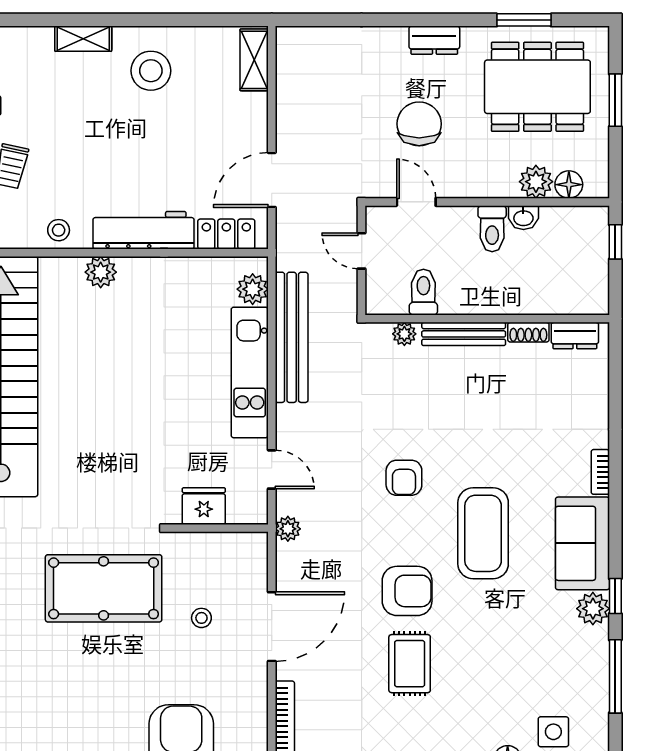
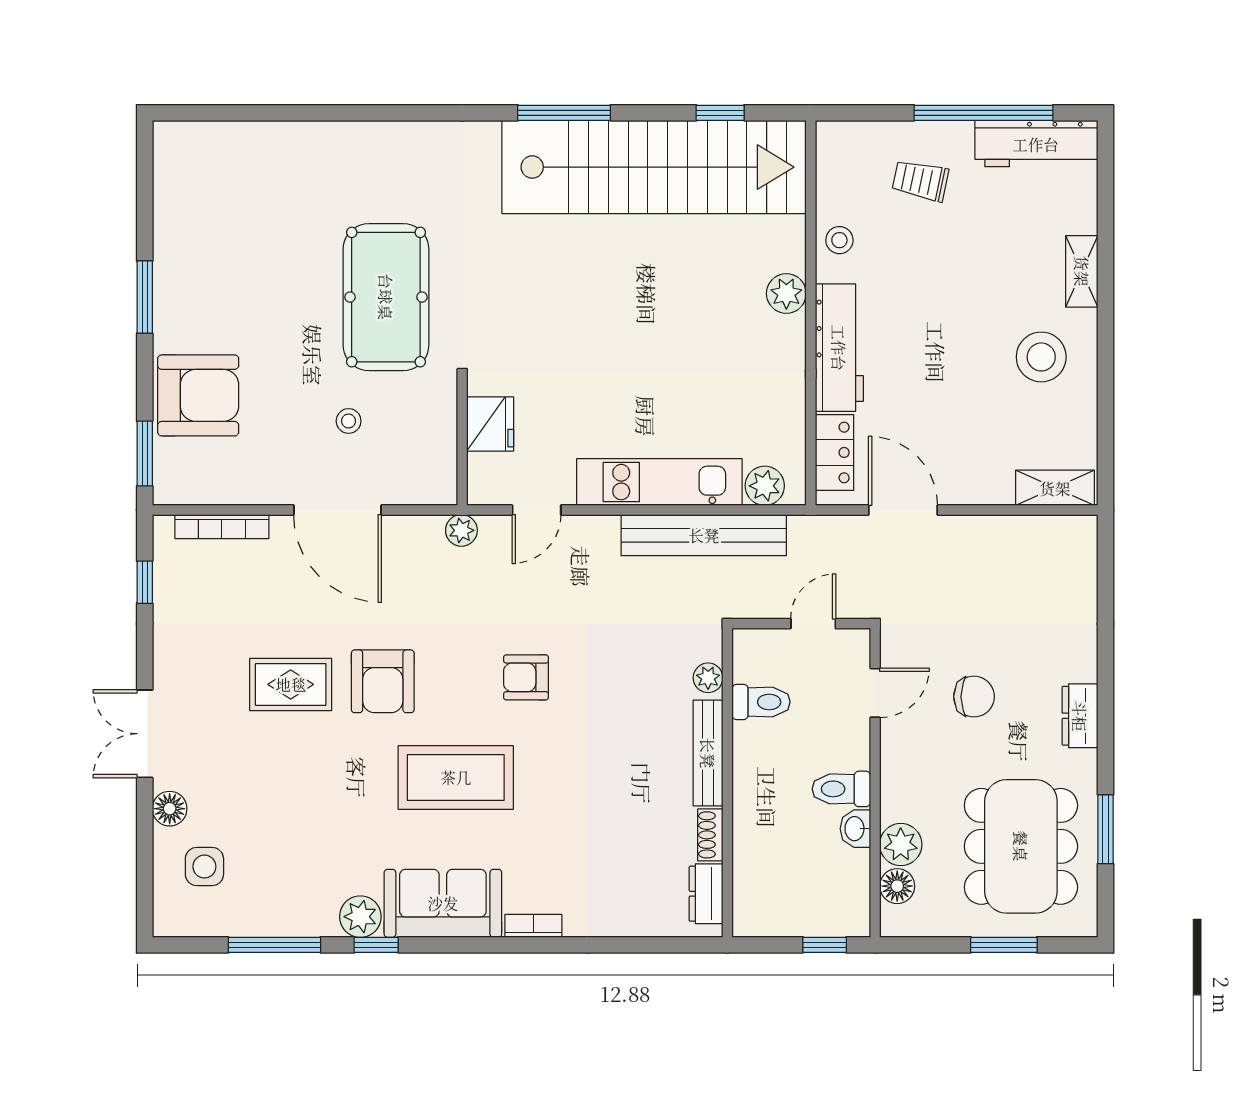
chair: (419, 124) -> (974, 697), width x0.73, depth x0.73

